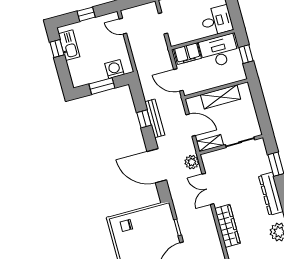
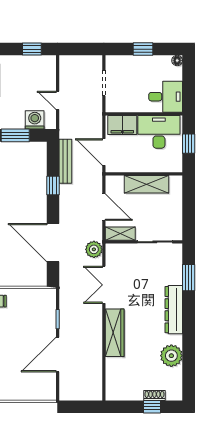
window: (86, 14) -> (32, 49), moved
door: (123, 26) -> (58, 100), moved
bench: (155, 118) -> (65, 161), moved

